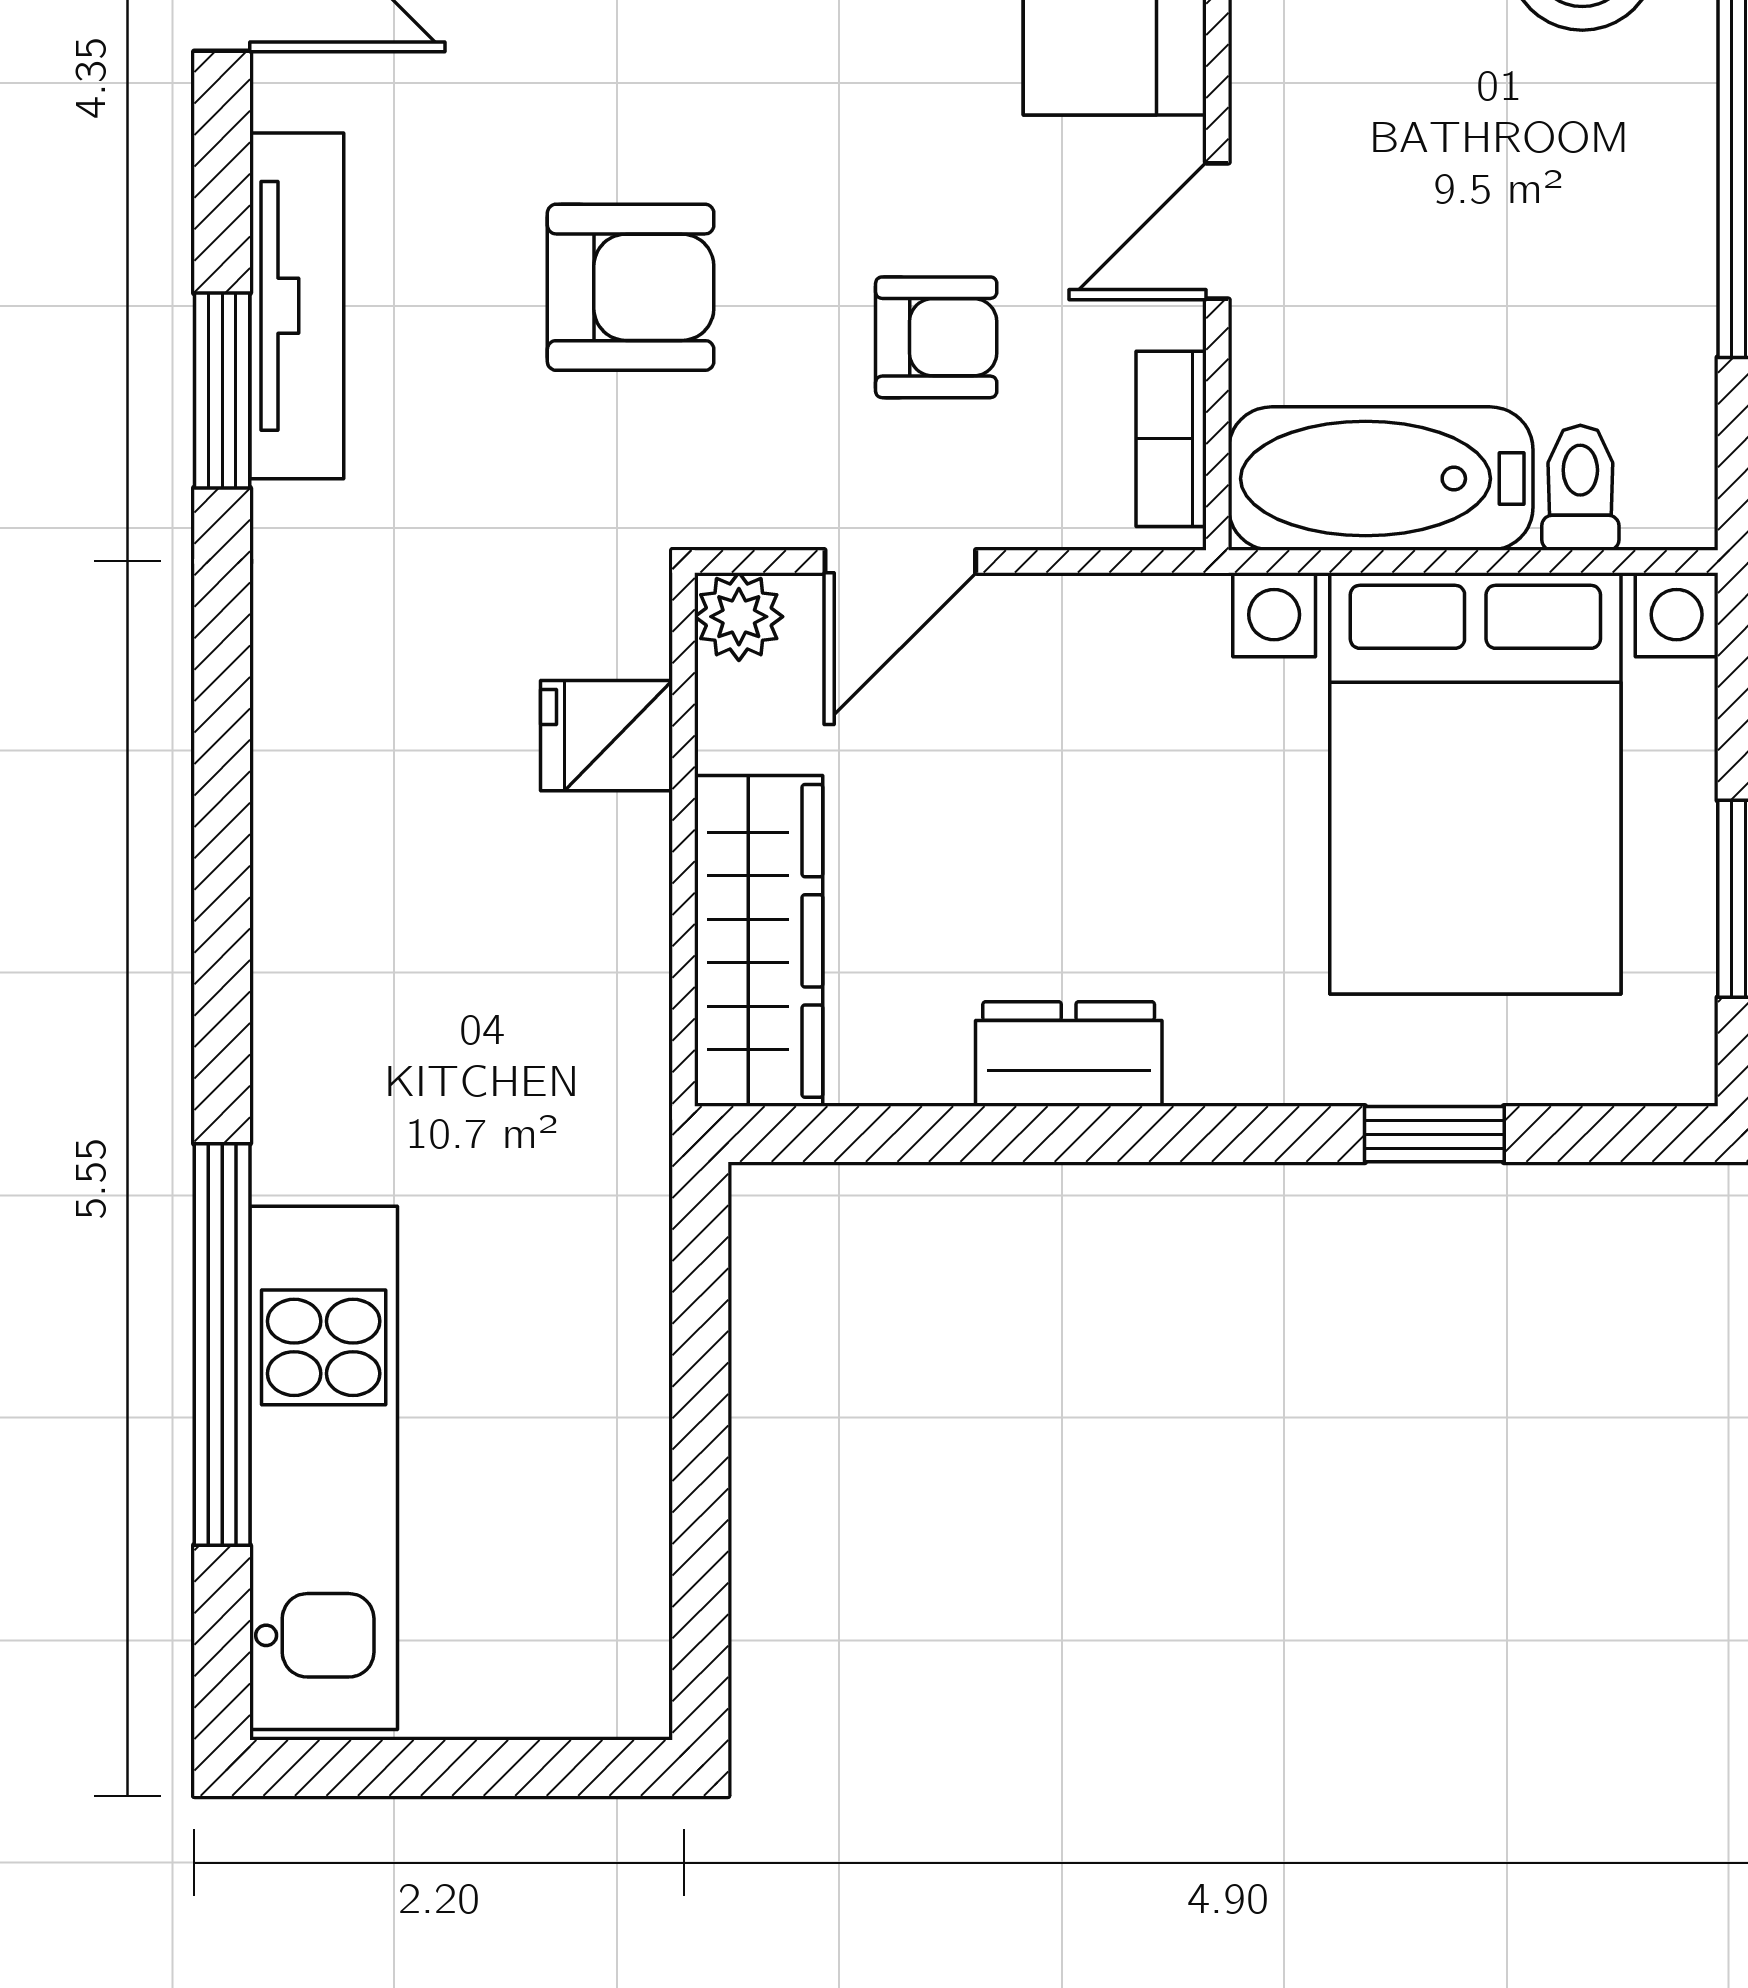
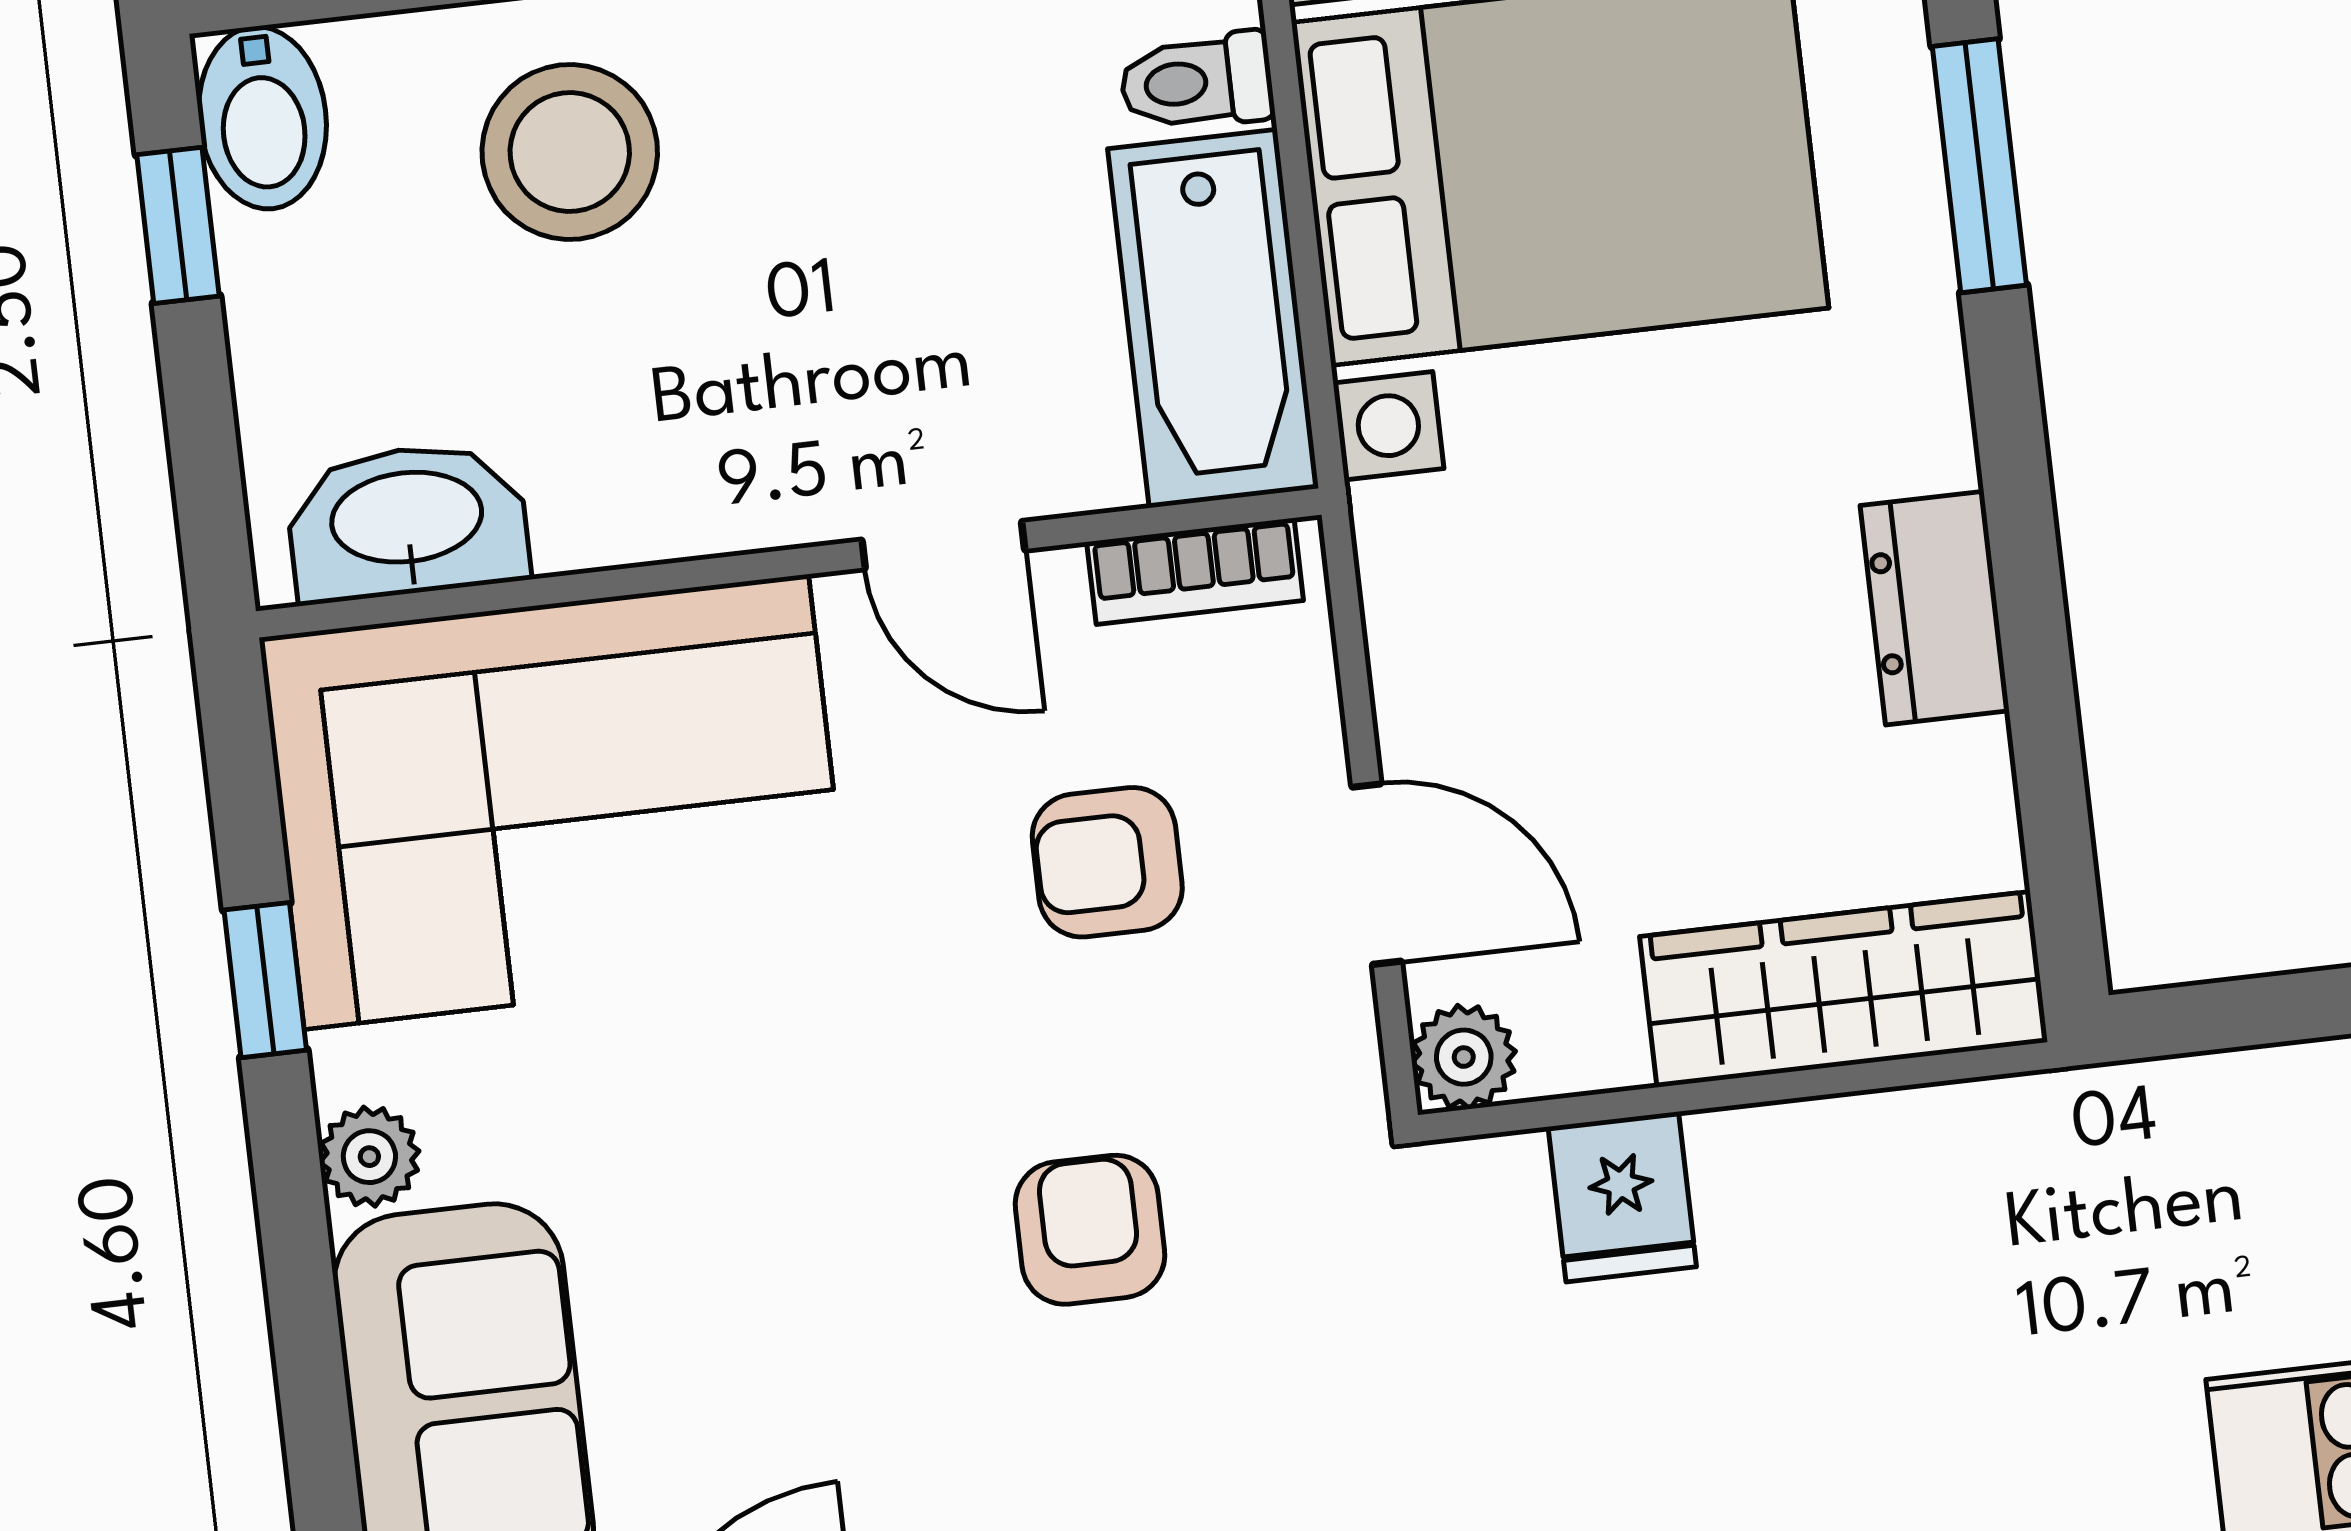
armchair: (631, 287) -> (1090, 1230), width x0.72, depth x0.72
armchair: (936, 337) -> (1107, 862), turned -90
window: (1434, 1134) -> (1979, 166), width x1.50

